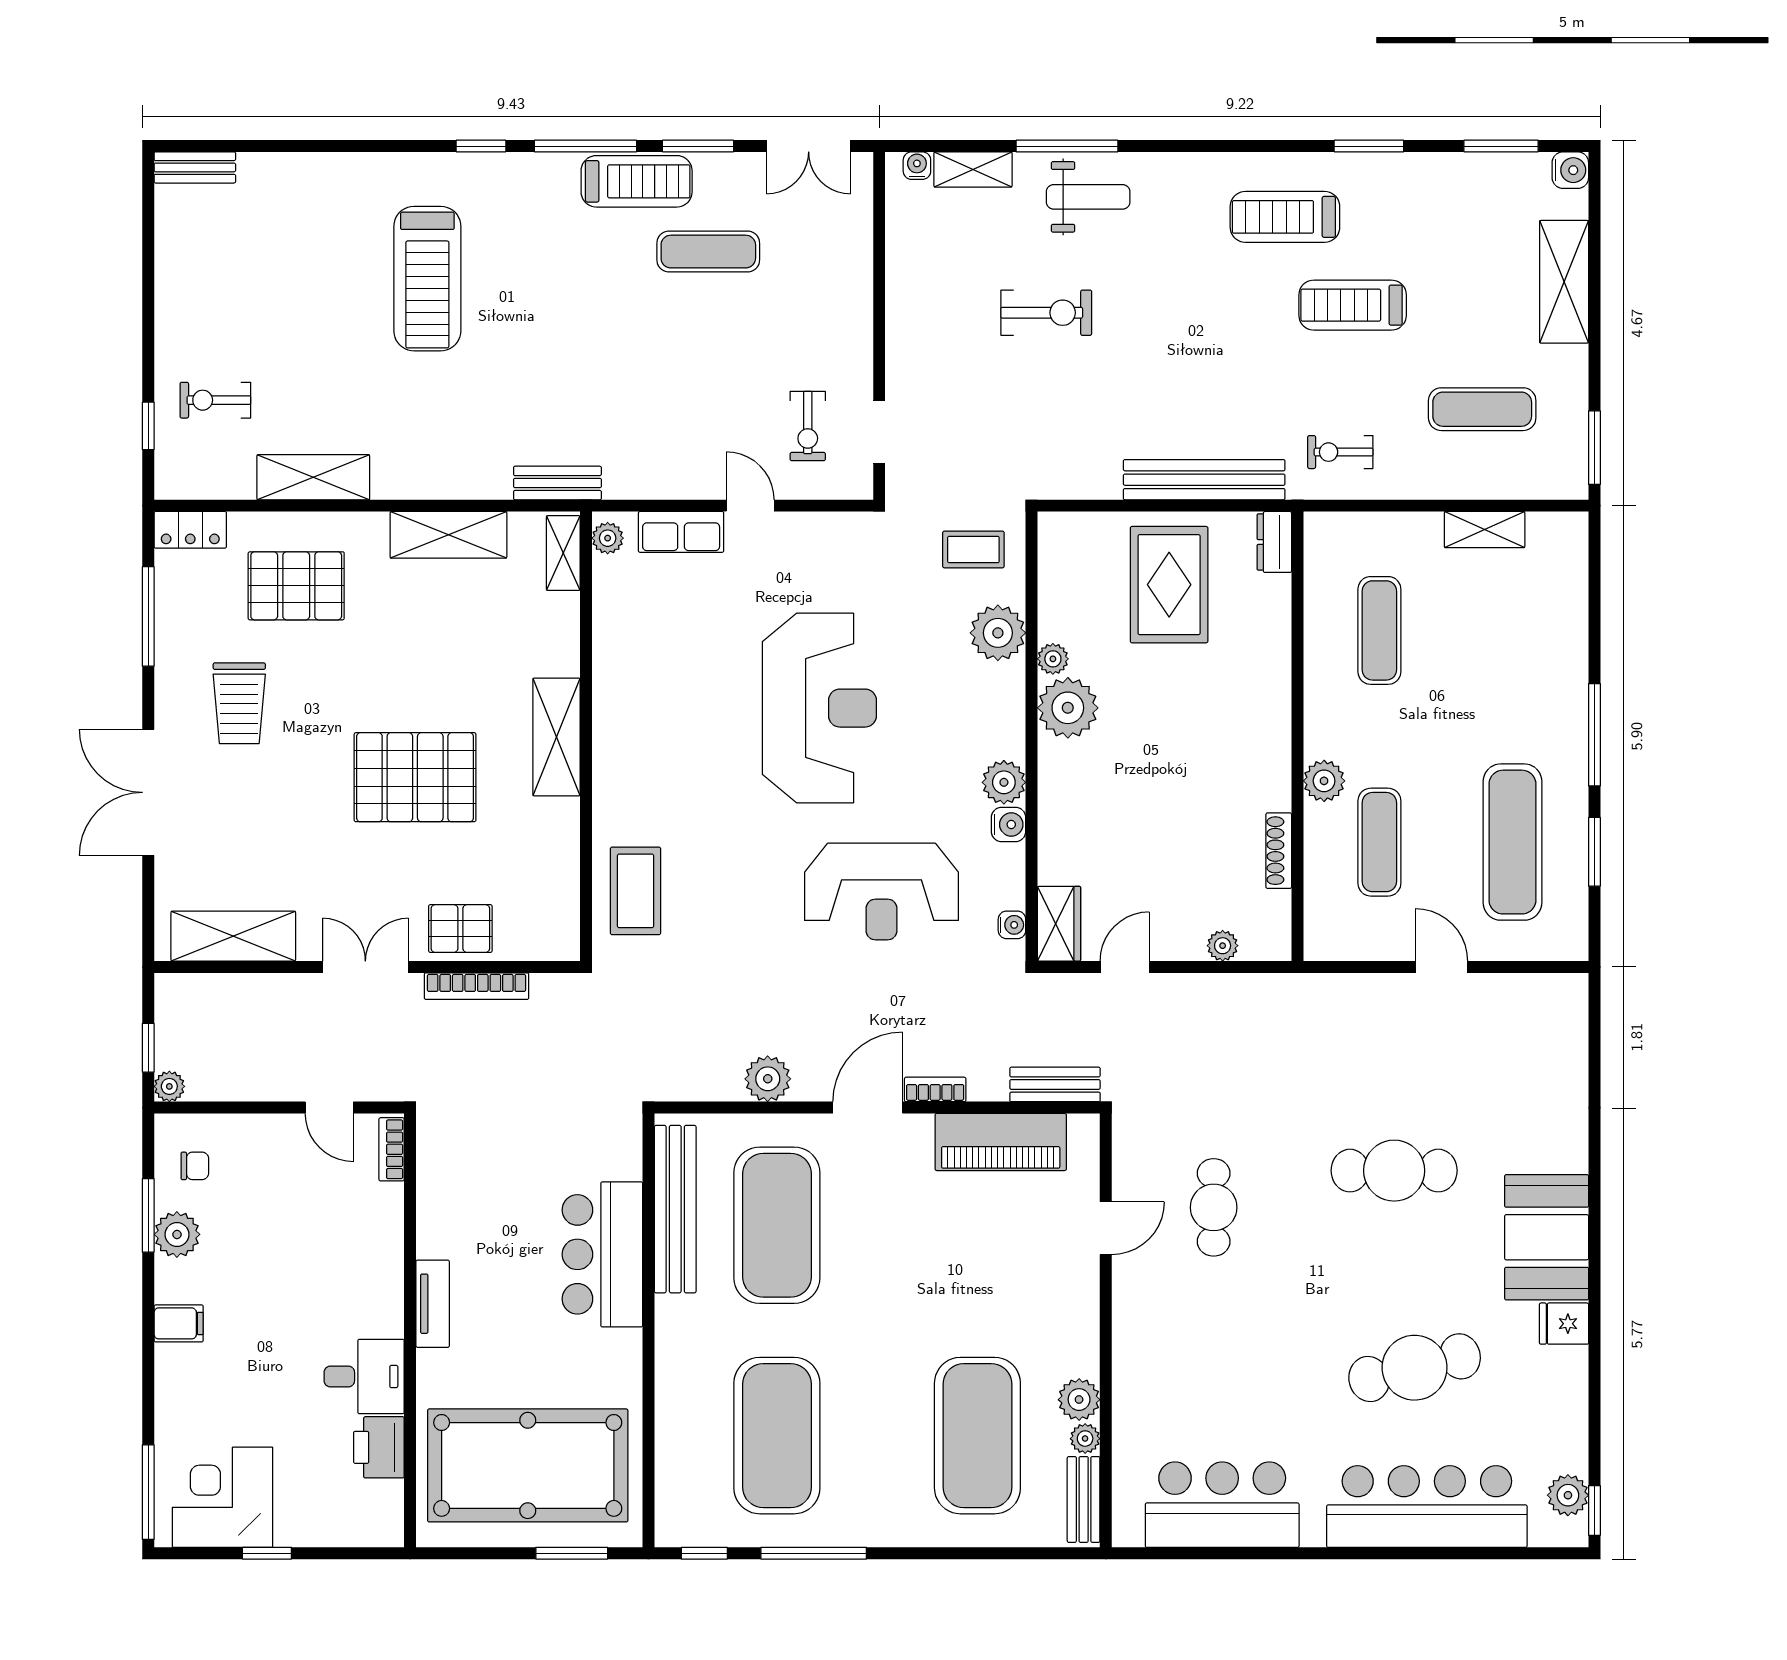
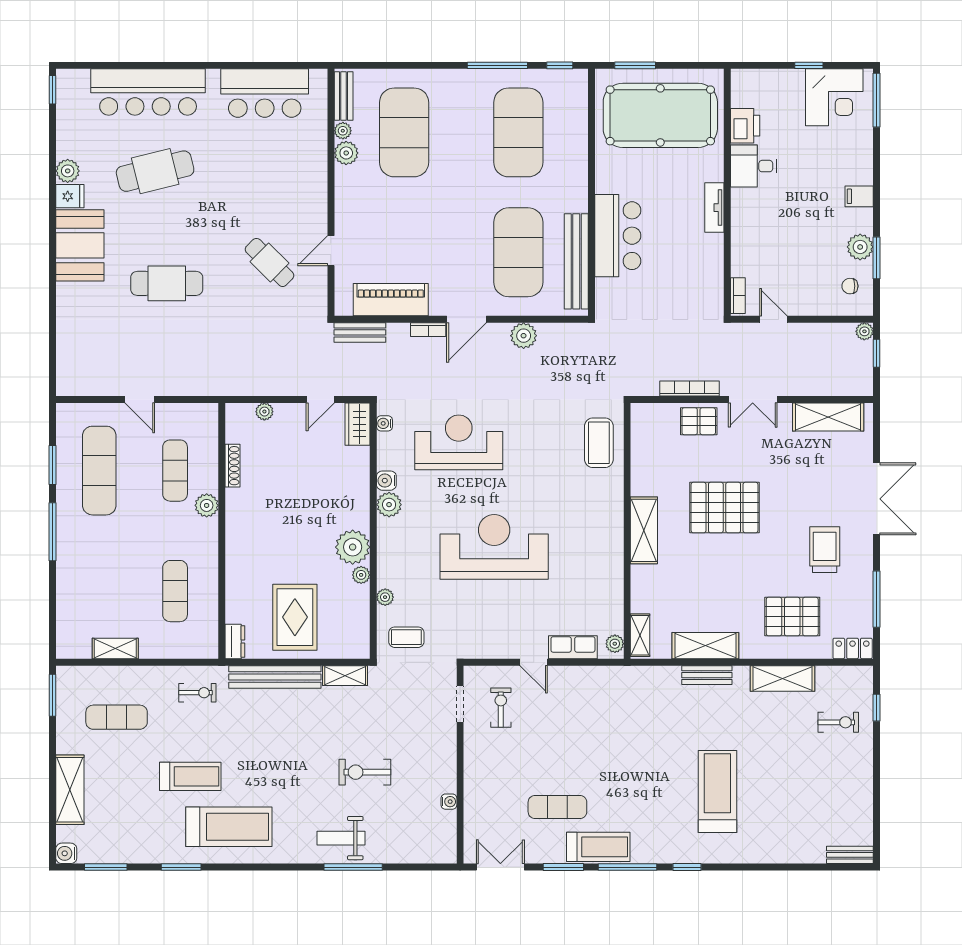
water cooler: (917, 166) -> (449, 802), moved, turned -90
shelving: (973, 169) -> (345, 676), moved
treadmill: (637, 181) -> (598, 847), turned 180
treadmill: (1285, 217) -> (229, 827), width x1.37, depth x1.38
bench: (557, 483) -> (707, 675), moved
plant: (998, 633) -> (385, 597), width x0.53, depth x0.53
reception desk: (819, 708) -> (494, 547), turned 90
cafe table: (1214, 1207) -> (270, 262), turned -45
plant: (1568, 1495) -> (68, 171), moved

